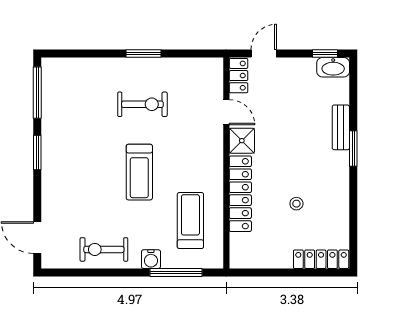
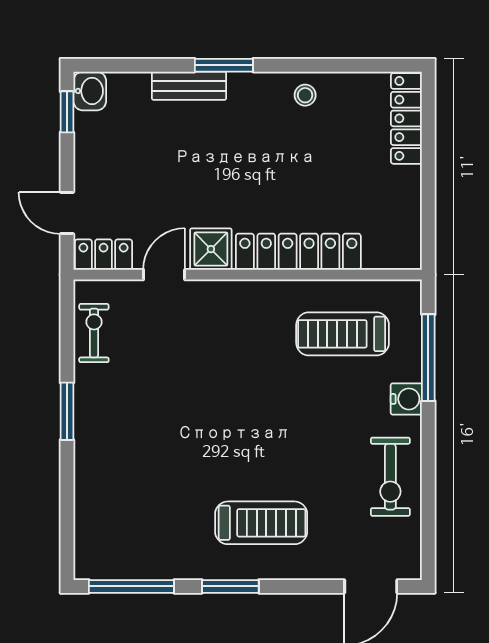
washbasin: (333, 67) -> (90, 91), width x0.72
exercise bike: (142, 104) -> (94, 333), moved, width x0.73, depth x0.72
treadmill: (139, 172) -> (261, 523), moved
stool: (296, 204) -> (305, 95), moved

